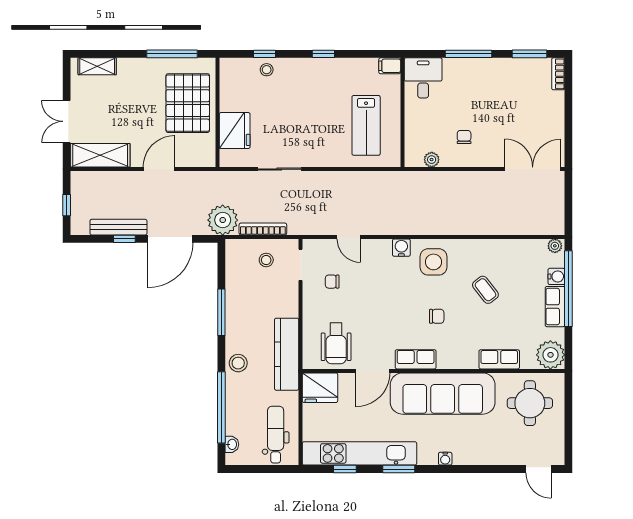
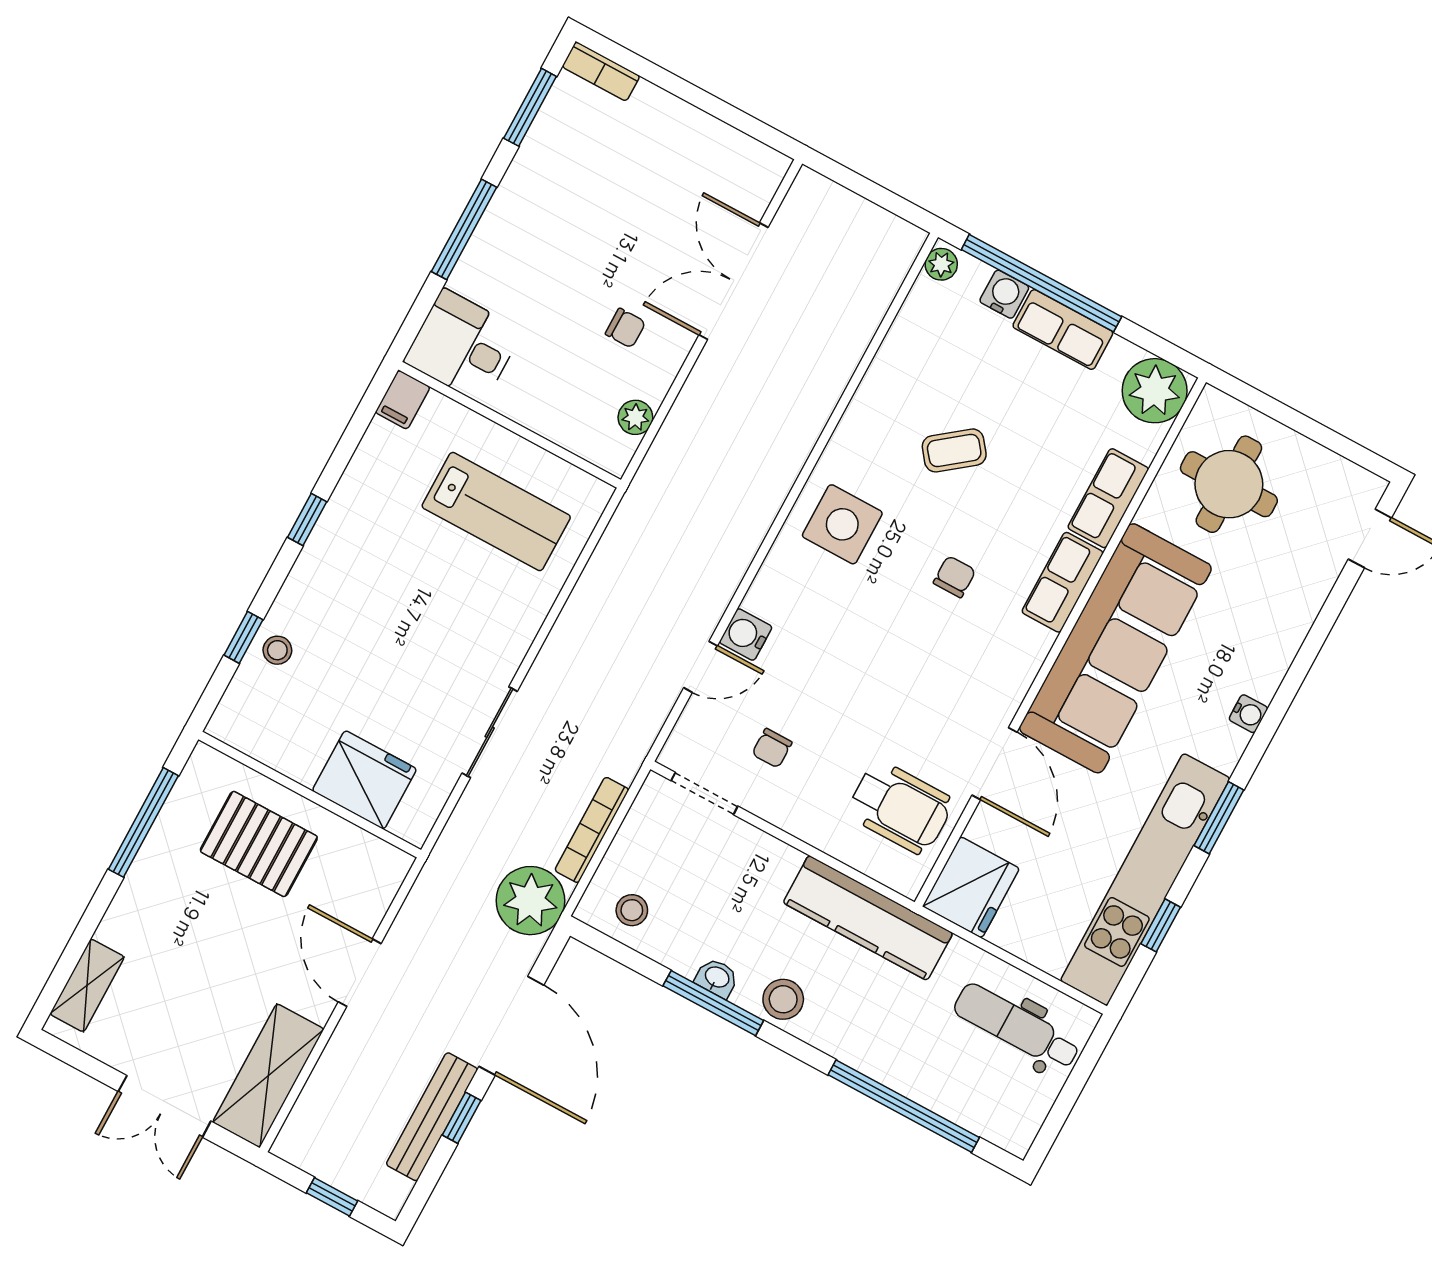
pallet: (188, 103) -> (259, 844), width x0.73, depth x0.71
chair: (464, 137) -> (625, 328), turned 180
double door: (533, 169) -> (734, 281), moved
water cooler: (401, 248) -> (746, 634), moved
stool: (266, 260) -> (632, 910), moved
row of seats: (416, 359) -> (1063, 582), moved
stool: (238, 363) -> (783, 999), moved
washbasin: (232, 444) -> (717, 978), moved

